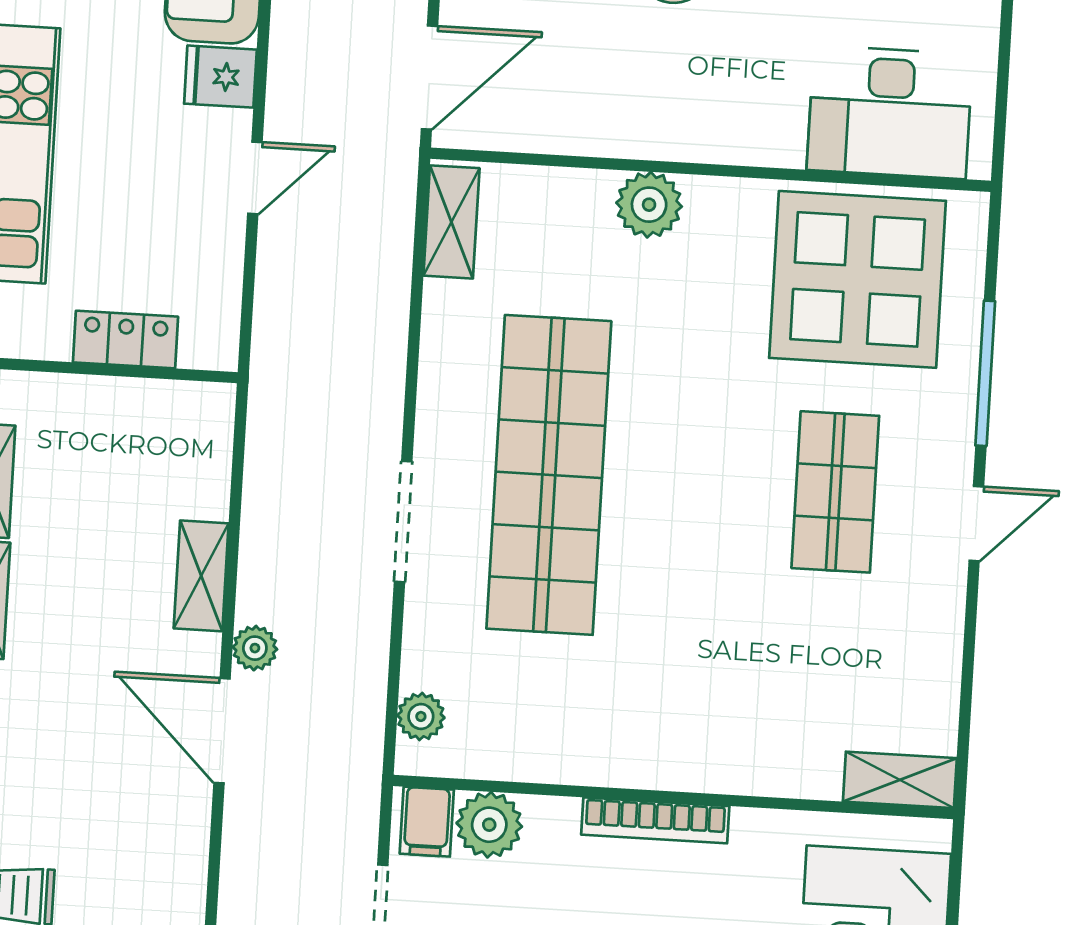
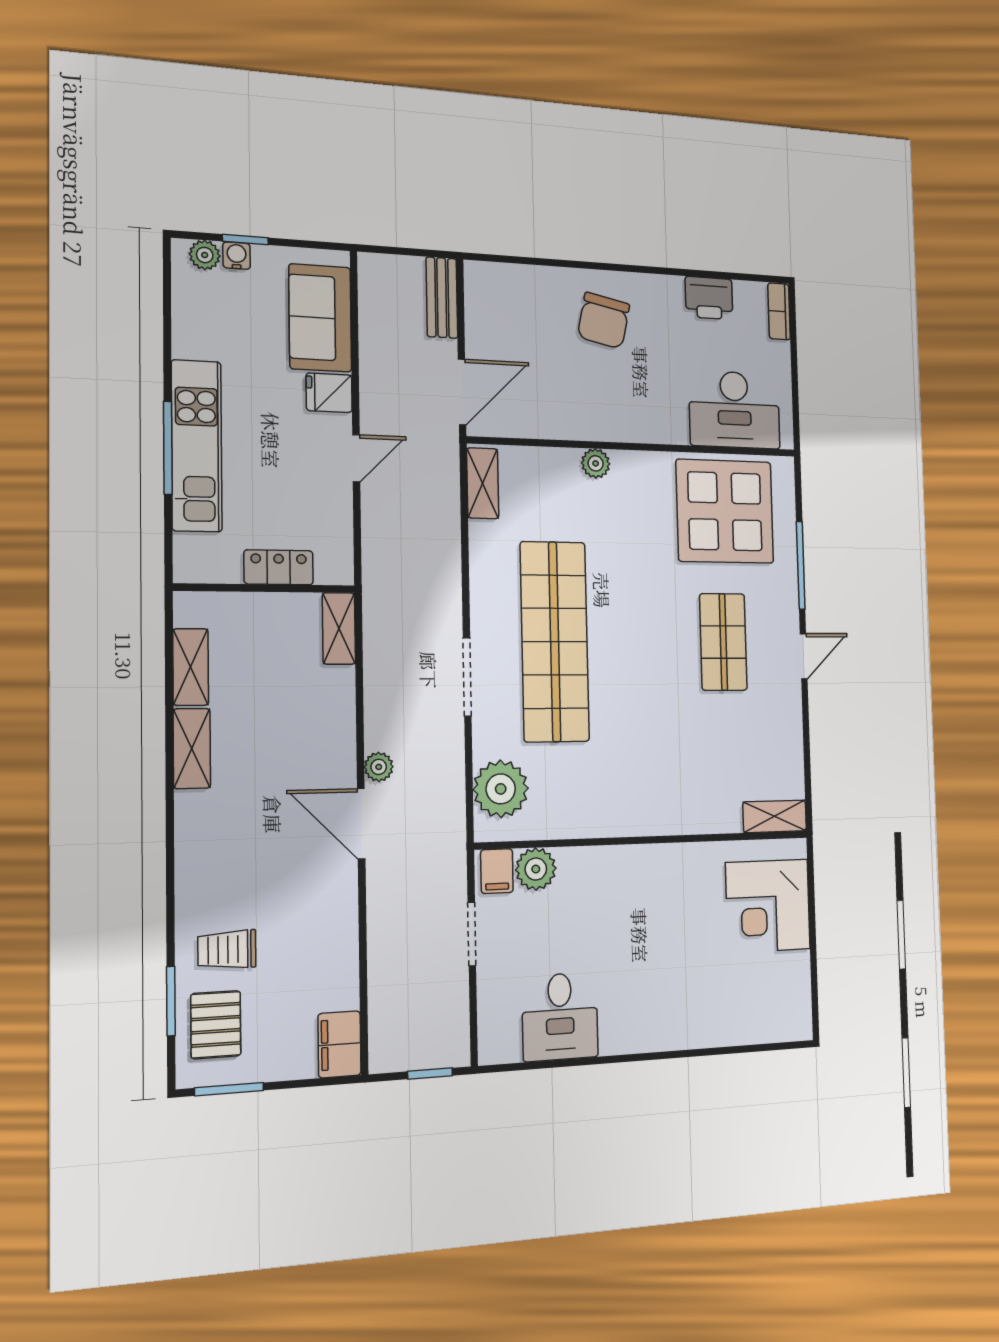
plant: (649, 205) -> (596, 463), width x0.73, depth x0.73
shelving: (201, 576) -> (339, 628), moved
plant: (421, 716) -> (501, 789), width x1.87, depth x1.87
bookcase: (655, 820) -> (636, 856), removed

